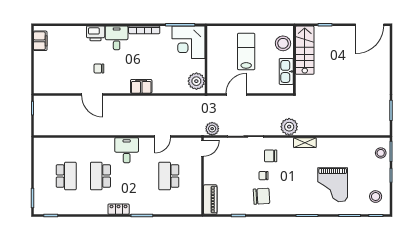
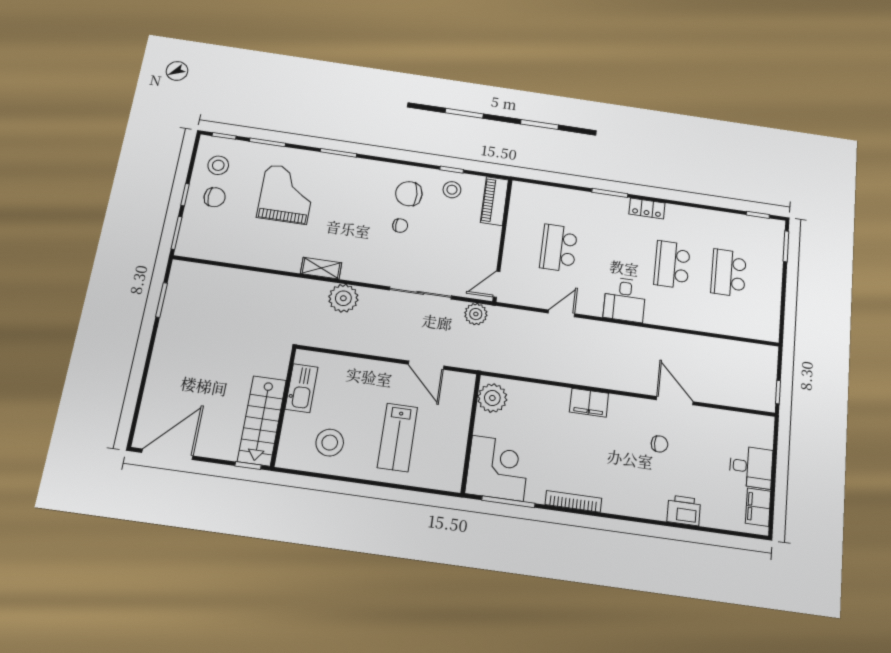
printer: (96, 33) -> (684, 510), moved
desk: (117, 38) -> (751, 467), moved, turned -90
stairs: (305, 50) -> (262, 421), moved
wall: (294, 60) -> (283, 407), moved
kitchen sink: (286, 71) -> (301, 388), moved
door: (236, 95) -> (426, 365), hinge flipped
stool: (381, 153) -> (452, 190), moved
chair: (271, 156) -> (215, 197), moved
school desk: (100, 176) -> (672, 265), turned 180
school desk: (169, 176) -> (559, 248), turned 180

